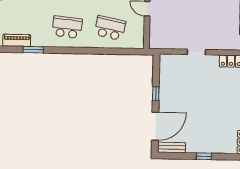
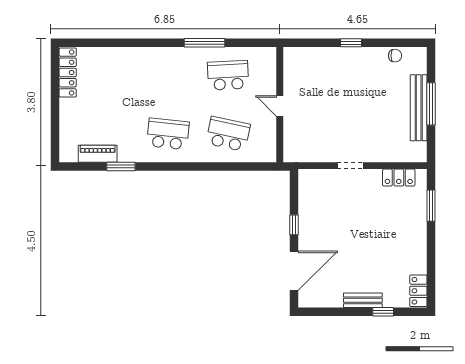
bench: (171, 148) -> (363, 300), moved
window: (204, 156) -> (383, 312), moved

